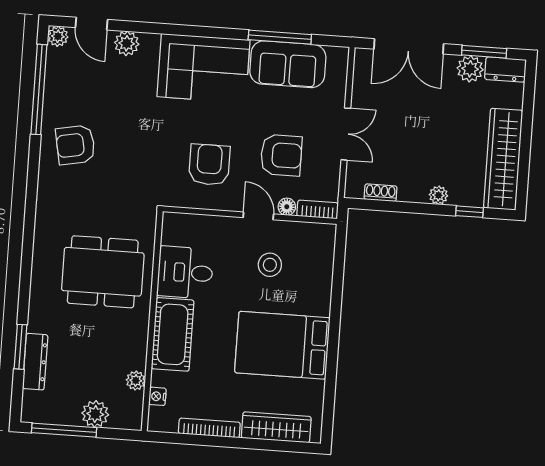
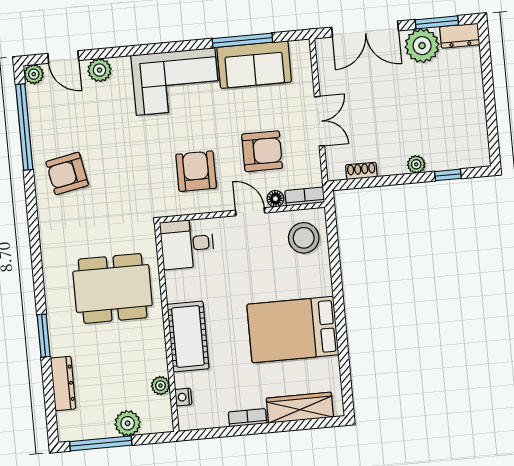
plant: (470, 69) -> (422, 46), width x1.36, depth x1.36
wardrobe: (503, 159) -> (471, 120), removed
stool: (270, 265) -> (304, 238), moved, width x1.38, depth x1.38
desk: (185, 272) -> (187, 244), moved
window: (21, 347) -> (44, 336), moved
bookcase: (209, 428) -> (247, 418), width x0.64

